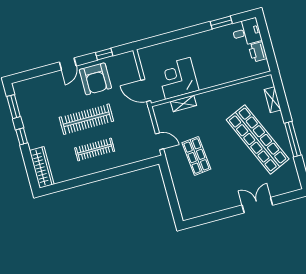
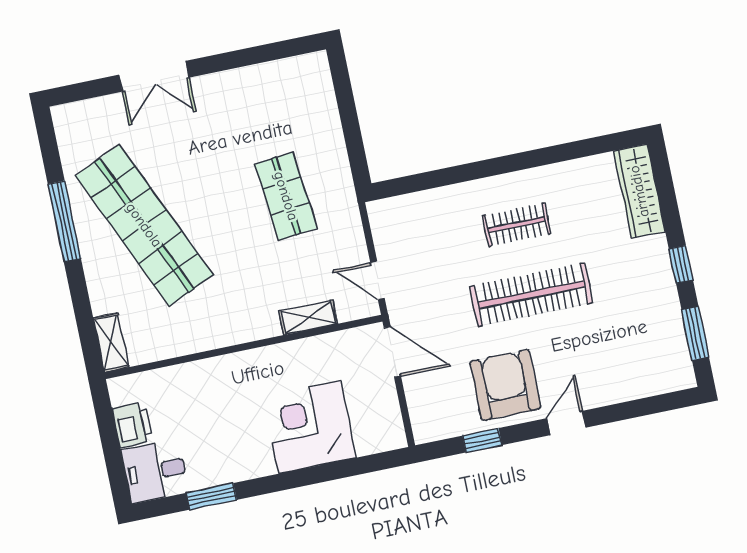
corner desk: (178, 78) -> (309, 427), moved, turned 180
shelving: (273, 100) -> (111, 343), moved
door: (160, 141) -> (377, 280), moved
clothes rail: (95, 150) -> (517, 225), width x0.73

